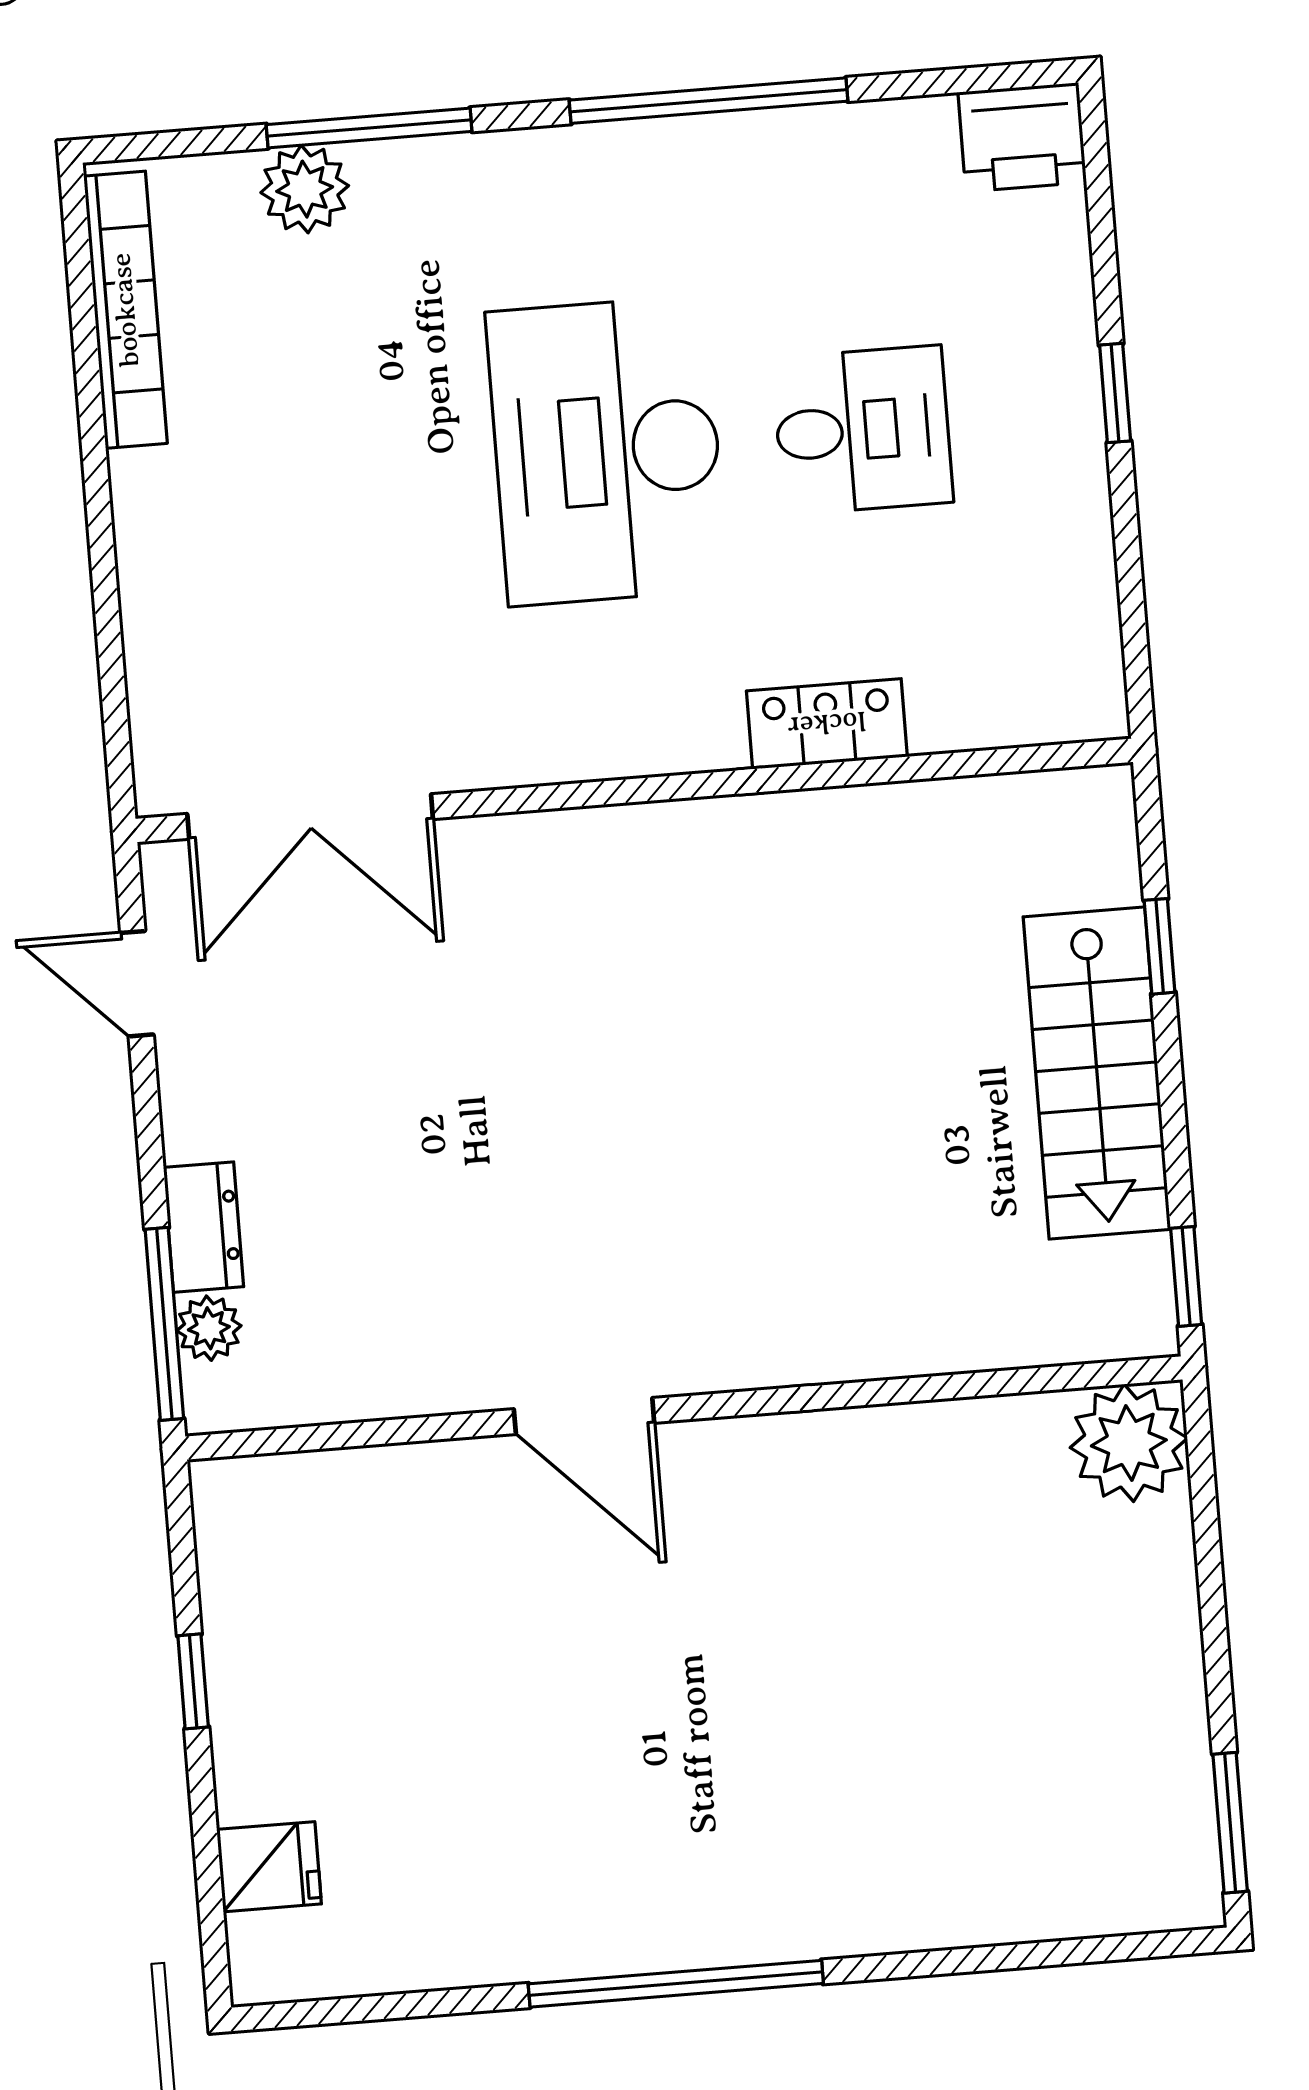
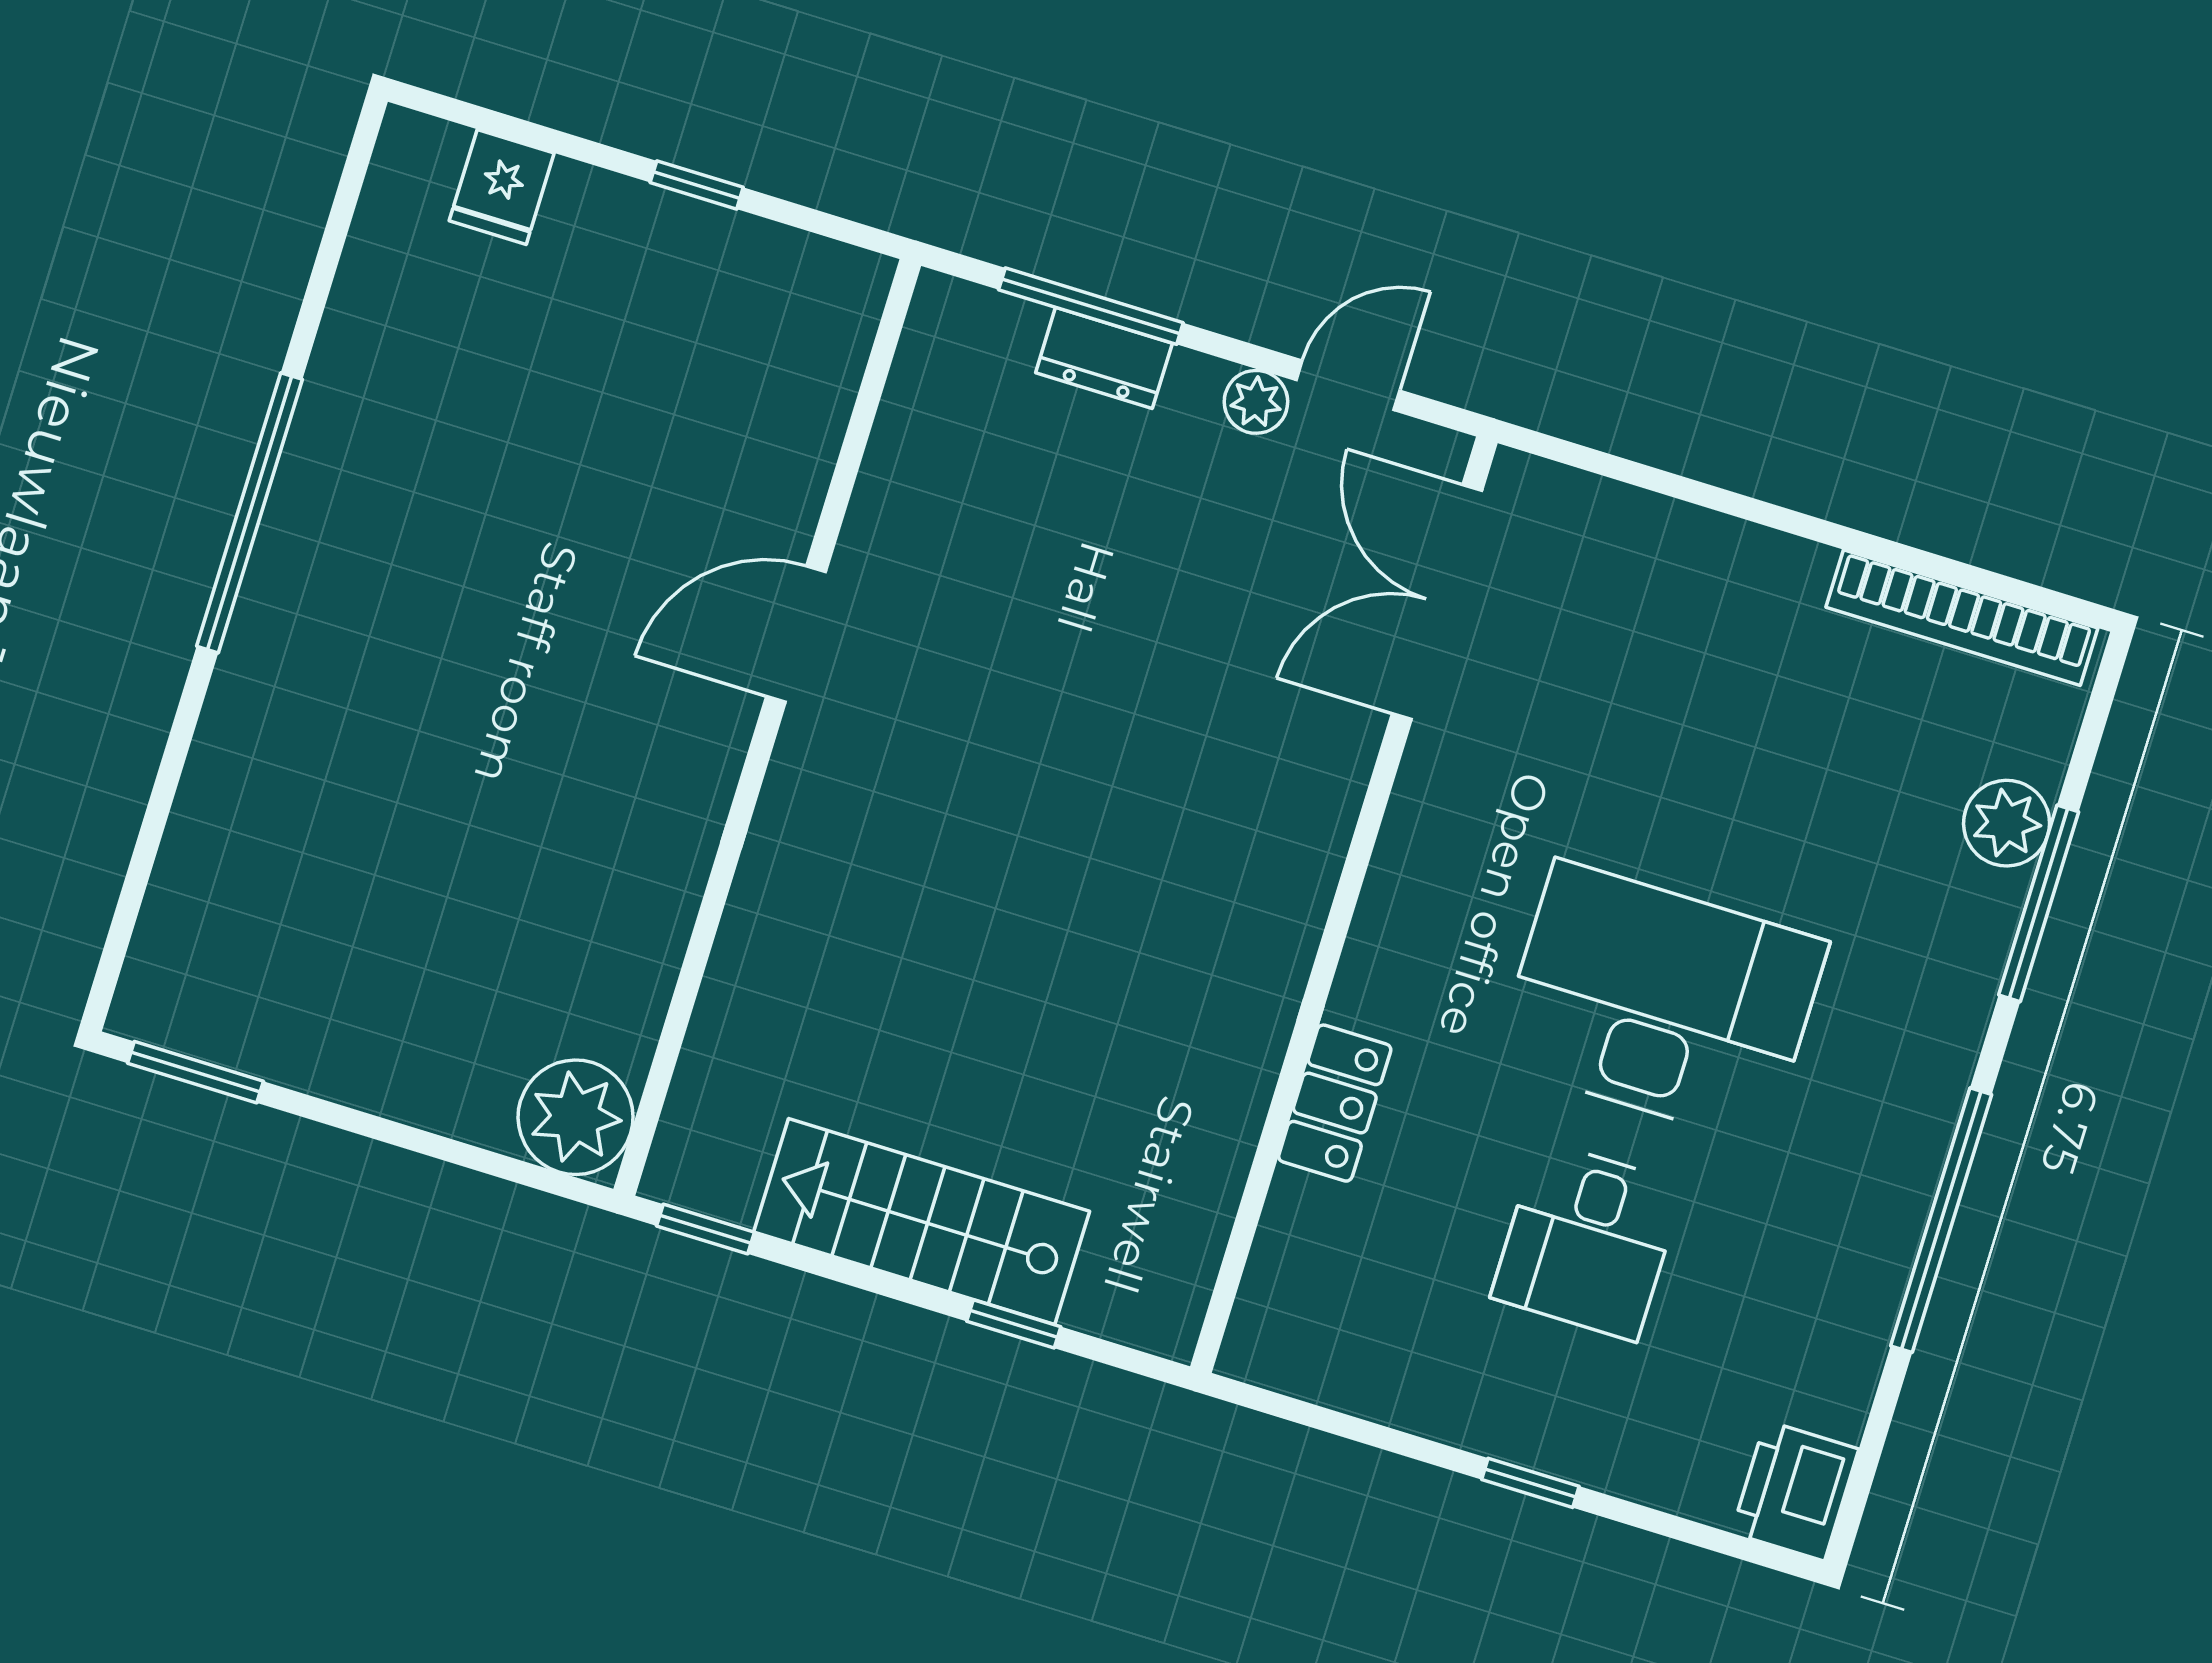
window: (164, 1324) -> (1091, 306), moved
plant: (209, 1328) -> (1256, 402), moved

